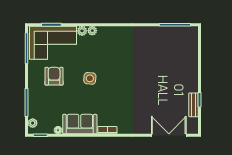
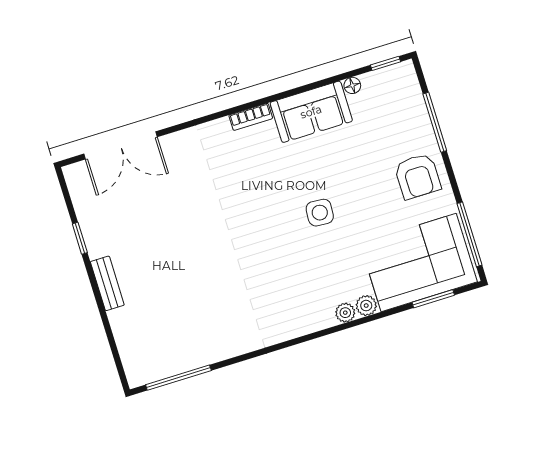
armchair: (54, 76) -> (418, 176), moved
bench: (194, 105) -> (107, 283), moved
plant: (33, 123) -> (409, 84), removed

